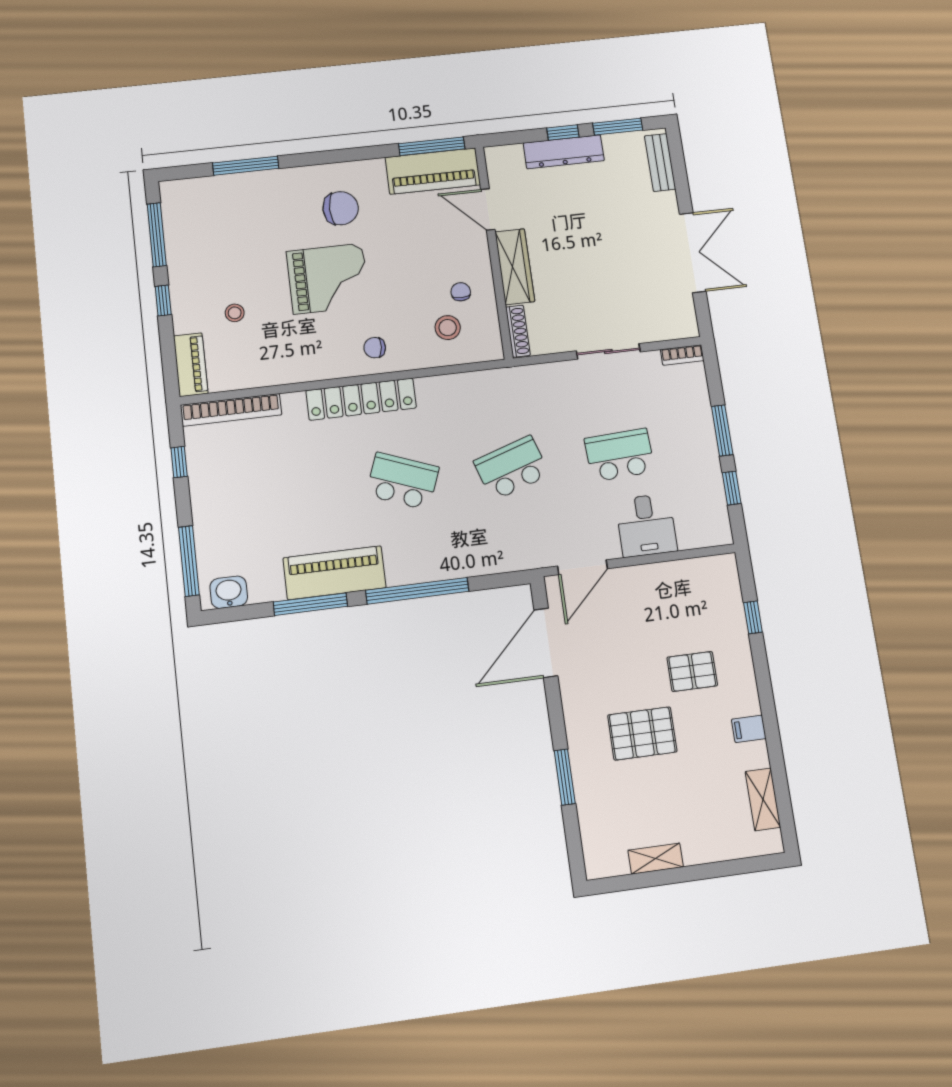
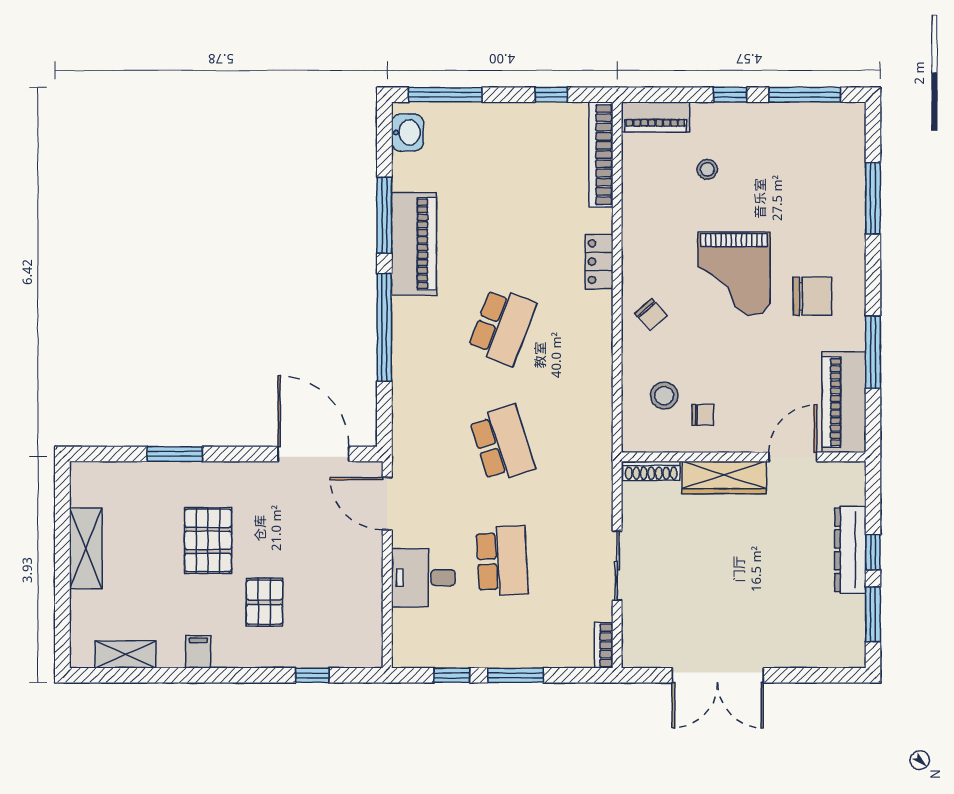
window: (432, 146) -> (873, 352), moved
bench: (660, 162) -> (826, 655), removed
chair: (341, 208) -> (812, 296), turned -90
chair: (375, 348) -> (651, 315), turned 133
locker: (361, 399) -> (599, 262), width x0.46, depth x0.83
shelving: (656, 859) -> (86, 548), width x1.50, depth x1.33

